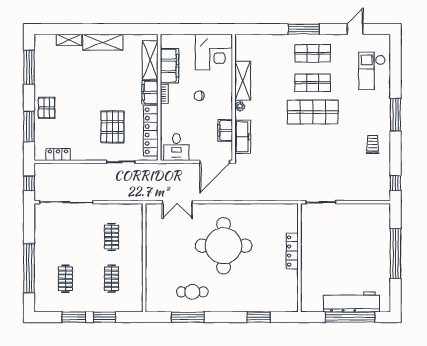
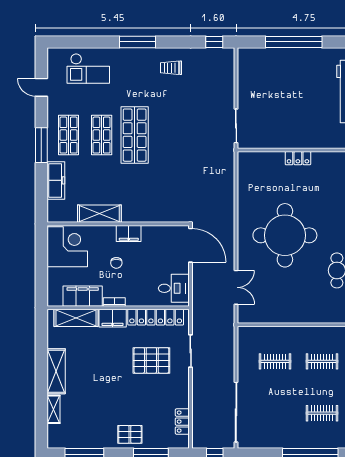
plant: (240, 106) -> (128, 217), removed
filing cabinet: (225, 130) -> (129, 233), moved
freezer: (243, 137) -> (56, 180), moved, turned 90
locker: (292, 251) -> (298, 158), width x0.66

